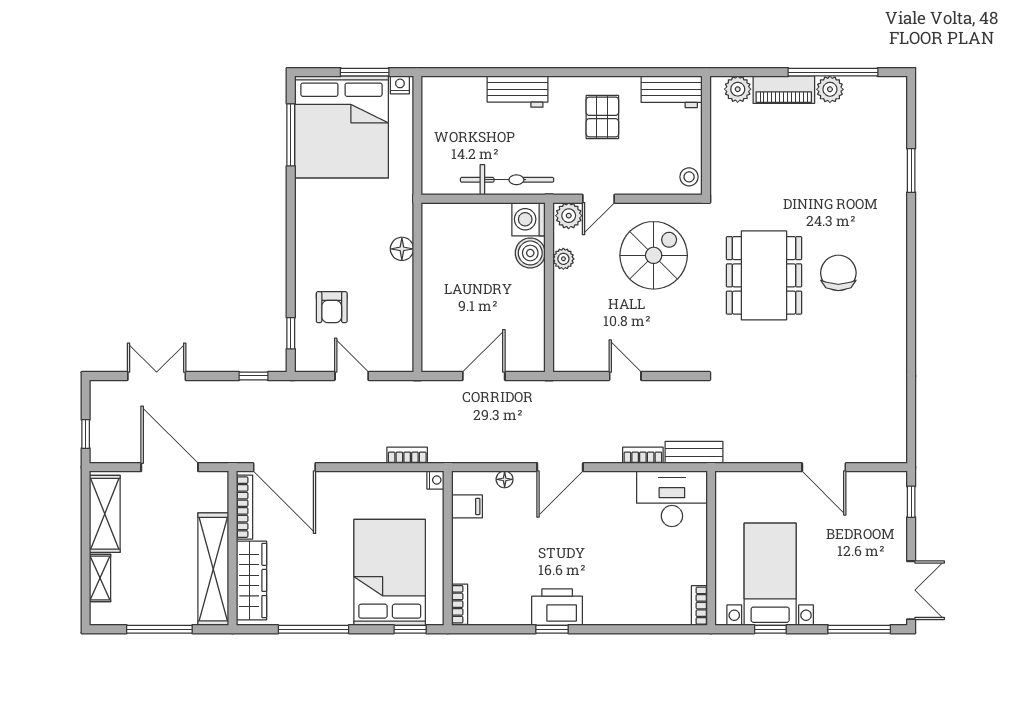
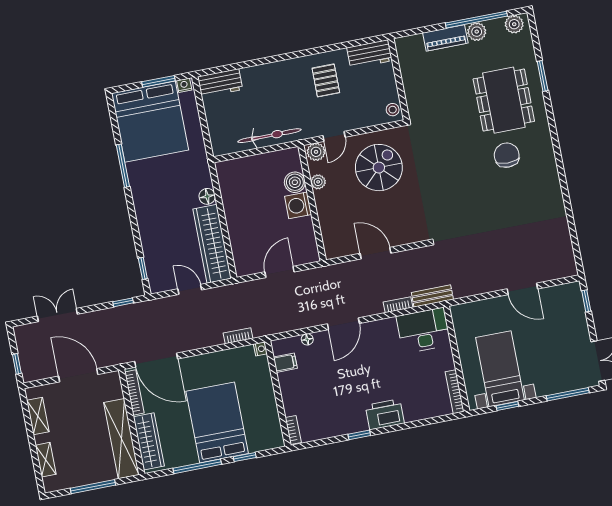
plant: (738, 89) -> (514, 24), moved
workbench: (517, 92) -> (220, 83), moved
window: (291, 135) -> (123, 166), moved
washing machine: (528, 219) -> (298, 205), moved
dining table: (764, 275) -> (504, 100), moved
armchair: (332, 307) -> (167, 245), removed
wardrobe: (396, 317) -> (212, 244), added
door: (625, 376) -> (376, 253), width x1.38
shelving: (105, 514) -> (38, 416), width x0.67, depth x0.75
bed: (390, 572) -> (217, 422), moved
bookcase: (699, 606) -> (455, 392), width x1.56
printer: (557, 607) -> (385, 414), moved
window: (410, 629) -> (245, 457), moved

